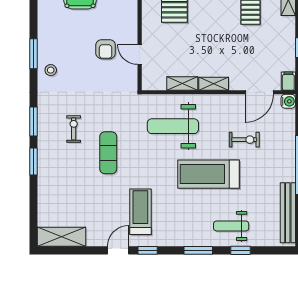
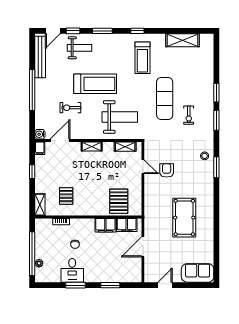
shelving: (182, 84) -> (125, 147), moved
exercise mat: (108, 153) -> (165, 99), width x1.36, depth x1.45
shelving: (62, 237) -> (183, 40), moved
door: (118, 250) -> (53, 31), moved

